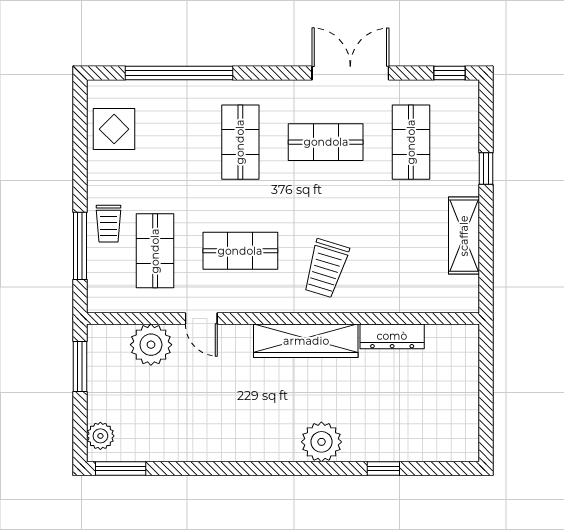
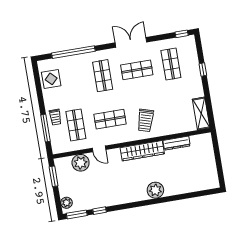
double door: (350, 73) -> (131, 42), moved
shelving: (464, 236) -> (201, 114), moved
window: (383, 469) -> (100, 211), moved

